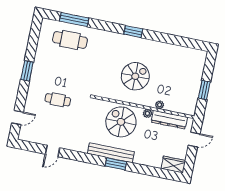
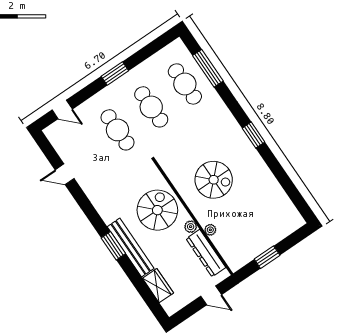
cafe table: (64, 70) -> (151, 107), added
cafe table: (58, 100) -> (118, 130), width x1.37, depth x1.35
bench: (111, 153) -> (131, 248), moved
wardrobe: (173, 165) -> (158, 286), moved

